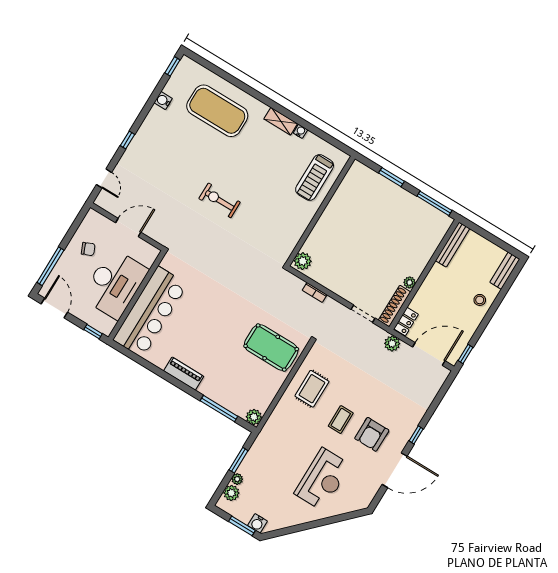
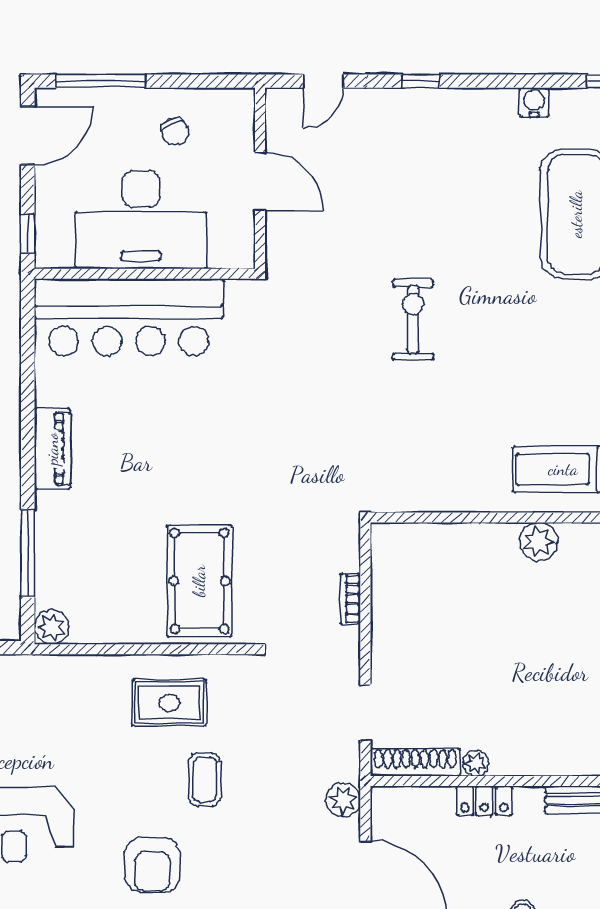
plant: (303, 261) -> (539, 542), moved
locker: (406, 322) -> (484, 801), moved
coffee table: (341, 420) -> (205, 780), moved, turned 90
armchair: (372, 434) -> (152, 865), turned -90

